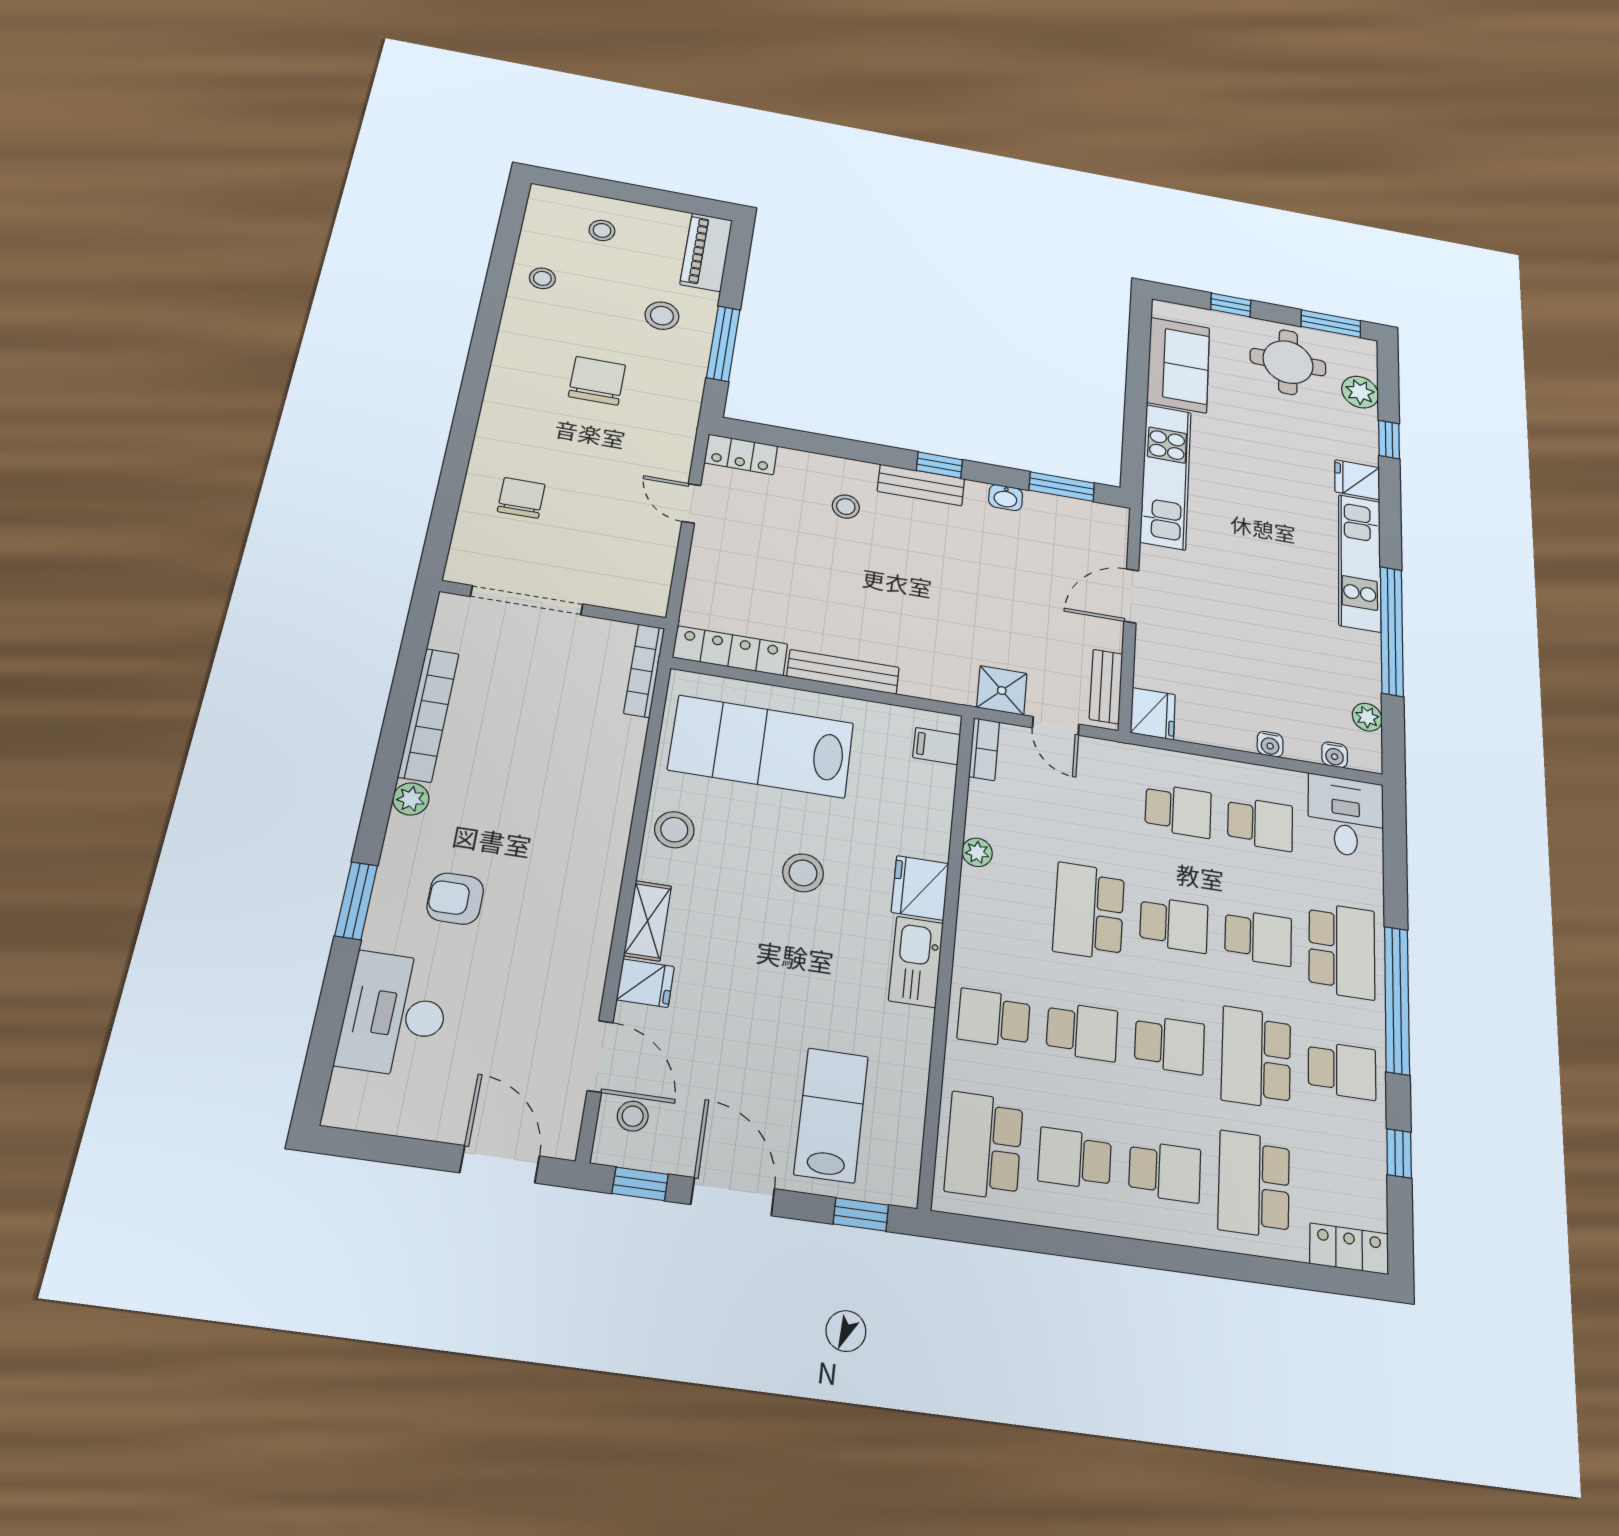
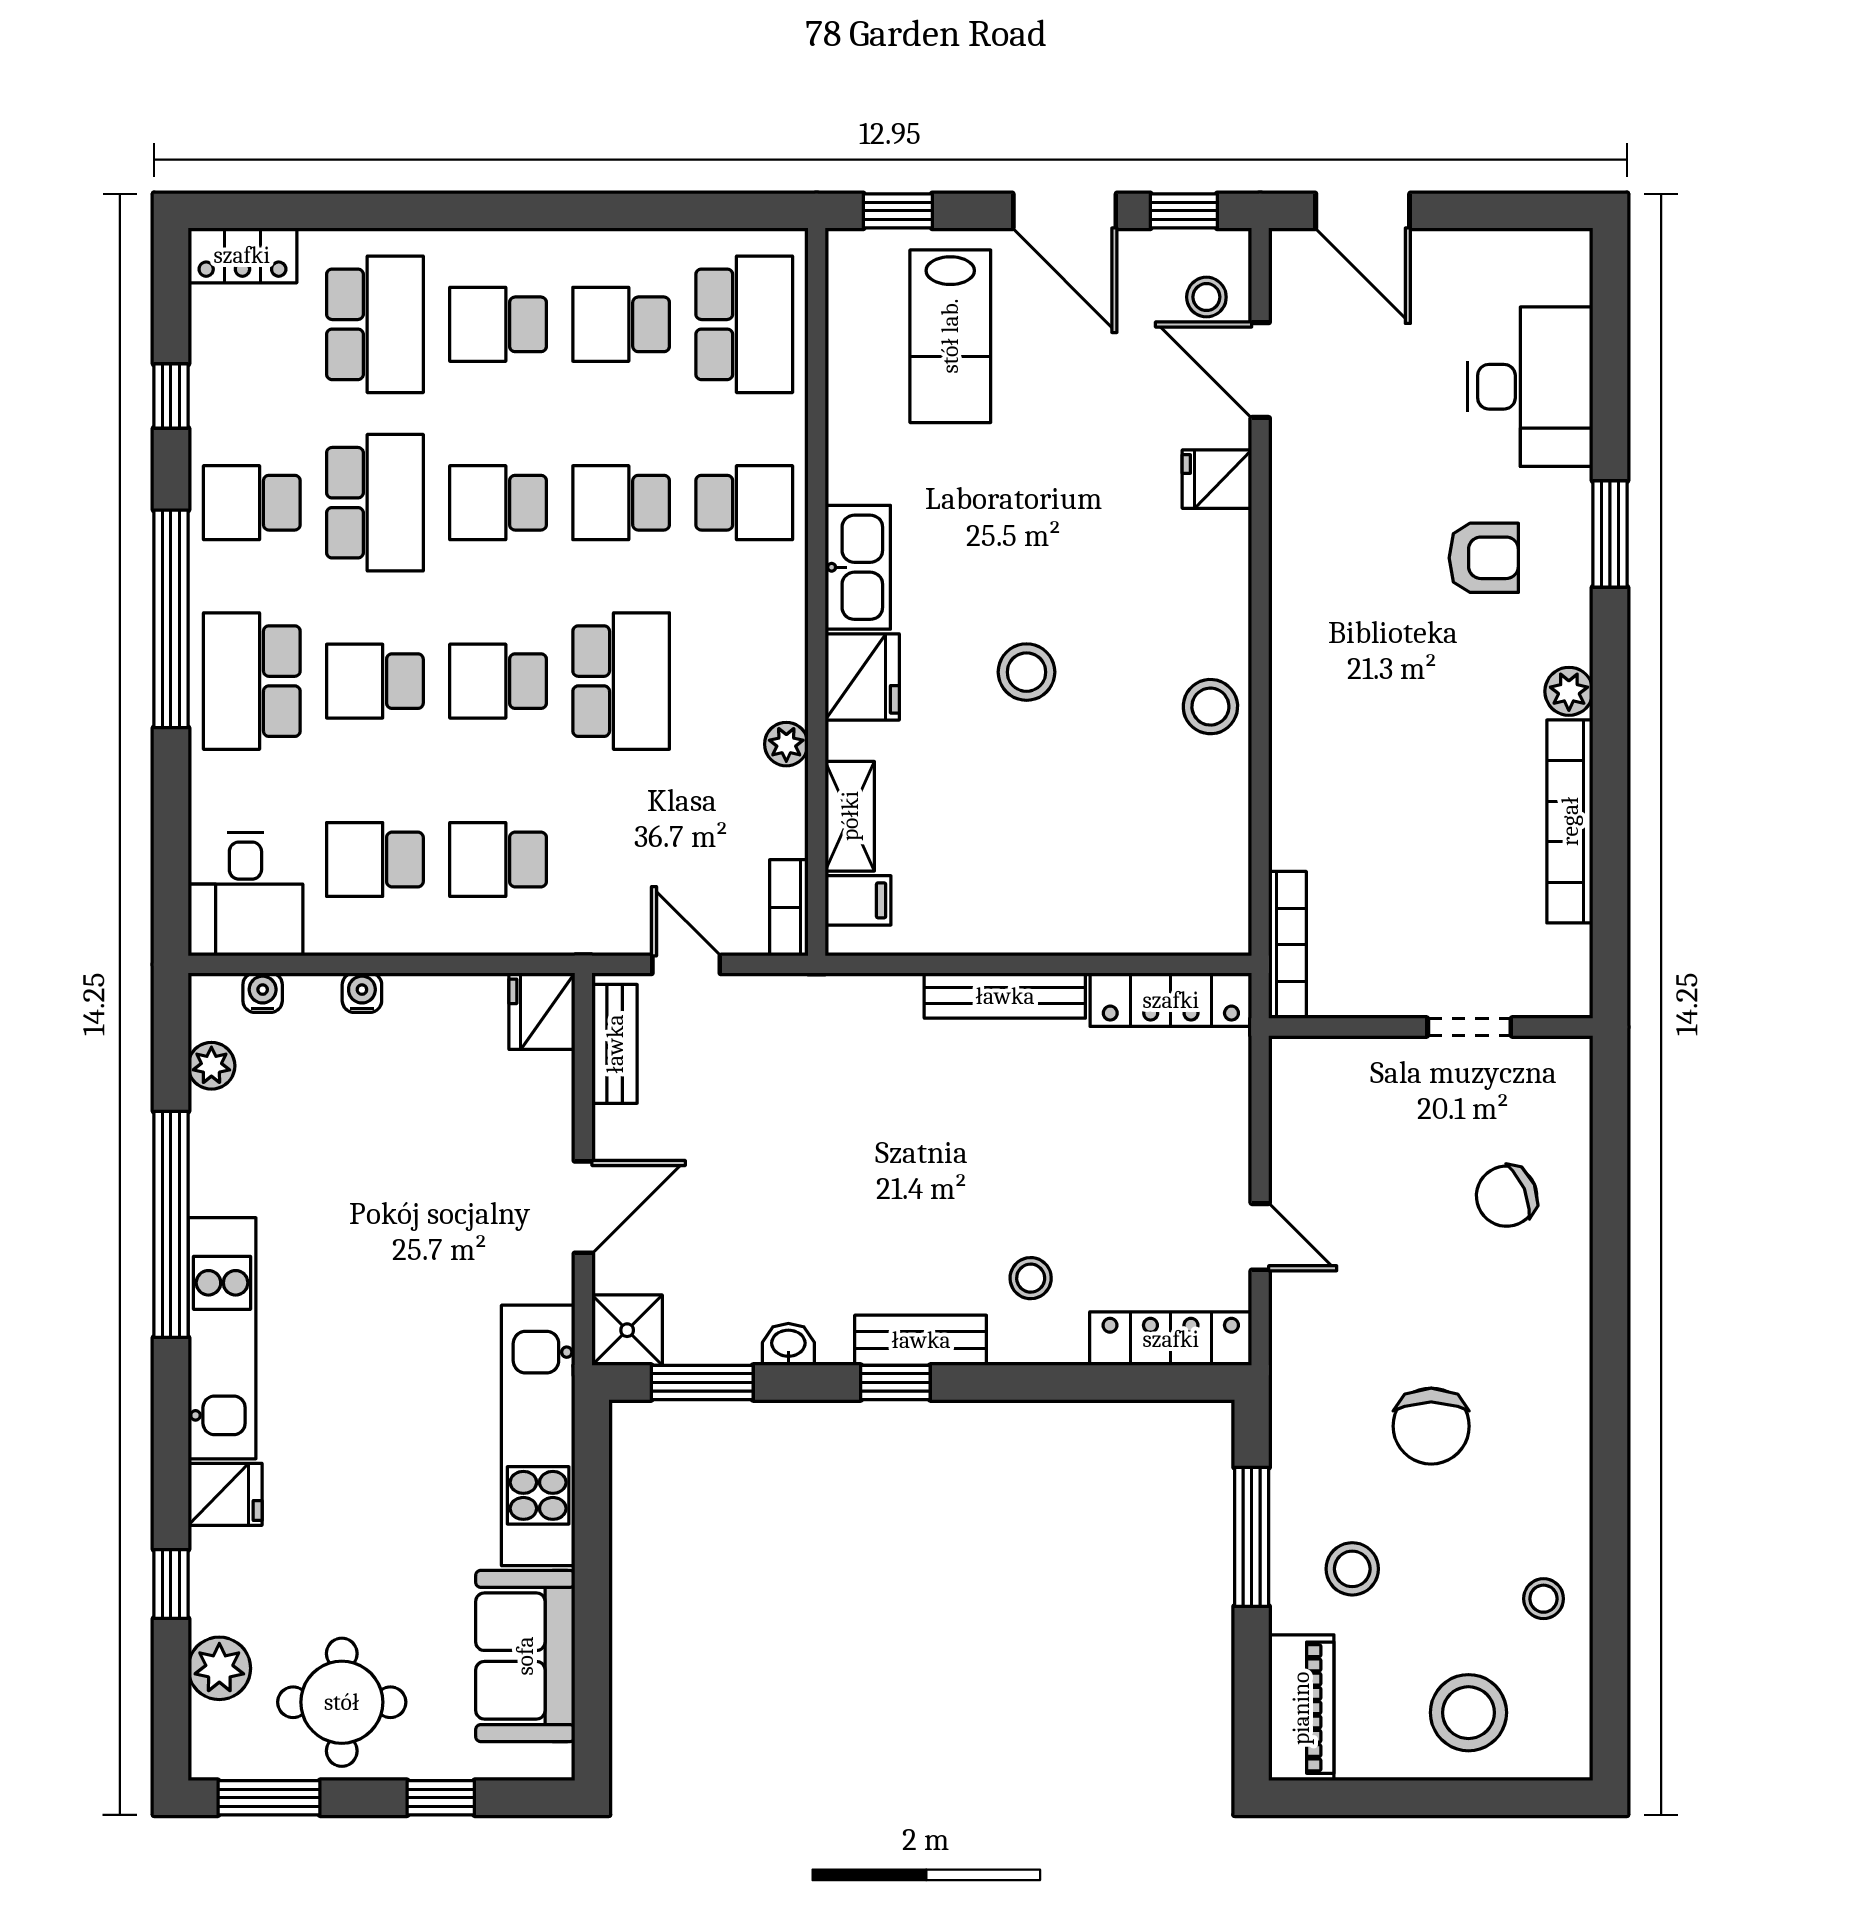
stool: (602, 230) -> (1468, 1713), width x1.89, depth x1.89
locker: (741, 454) -> (1171, 1339), width x1.53
chair: (521, 498) -> (1507, 1196), turned 67
doorway: (527, 600) -> (1469, 1027), width x0.53
shower: (1002, 690) -> (627, 1330), moved
lab bench: (761, 746) -> (1107, 855), removed
shelving: (648, 921) -> (850, 816), moved
school desk: (1075, 1159) -> (621, 324), turned 180

